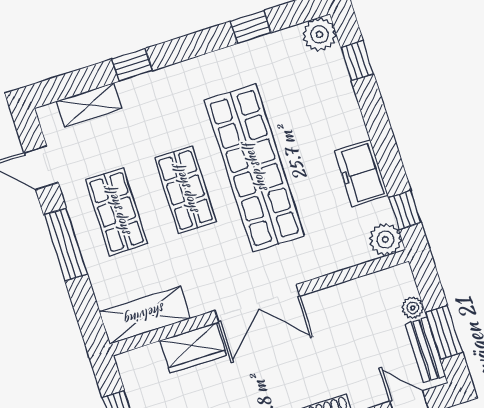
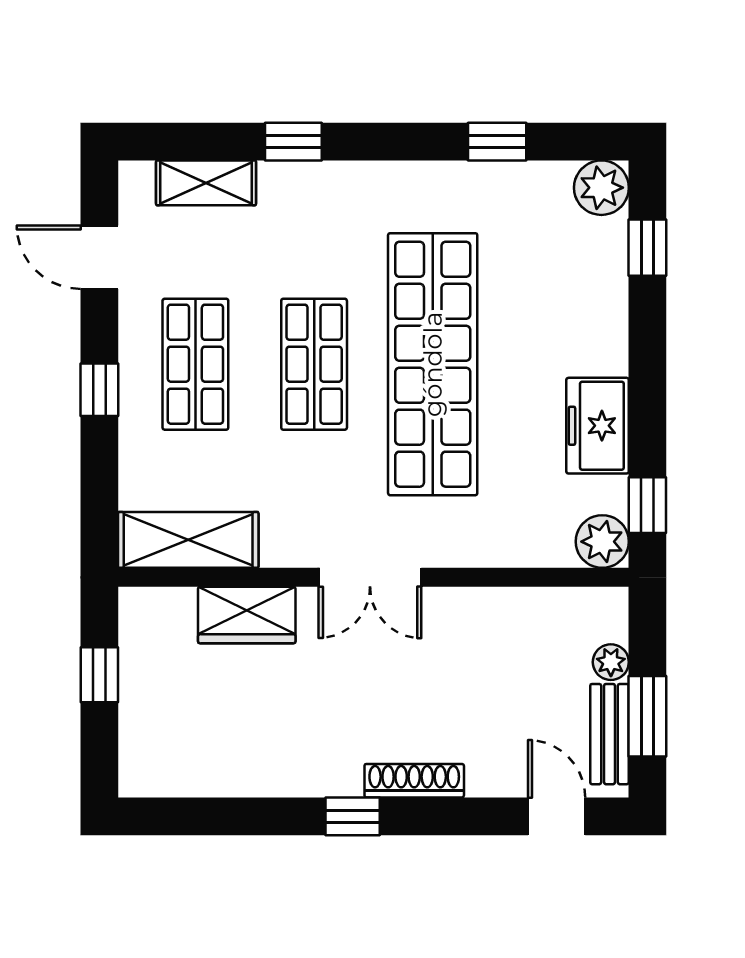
window: (66, 245) -> (99, 390), width x0.46
double door: (257, 303) -> (370, 577), width x0.73

